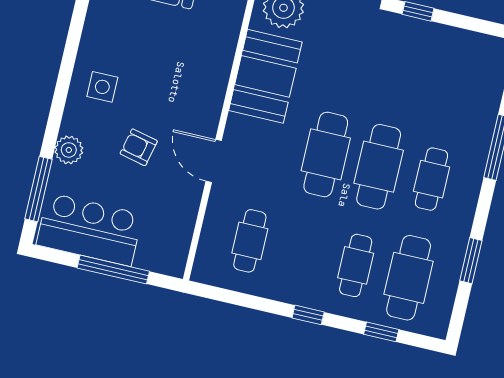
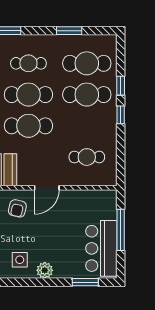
armchair: (139, 147) -> (17, 208), moved
plant: (69, 150) -> (45, 270), moved
window: (39, 189) -> (85, 282), width x0.69
cafe table: (356, 265) -> (87, 95), width x1.37, depth x1.35
window: (381, 332) -> (121, 86), moved

